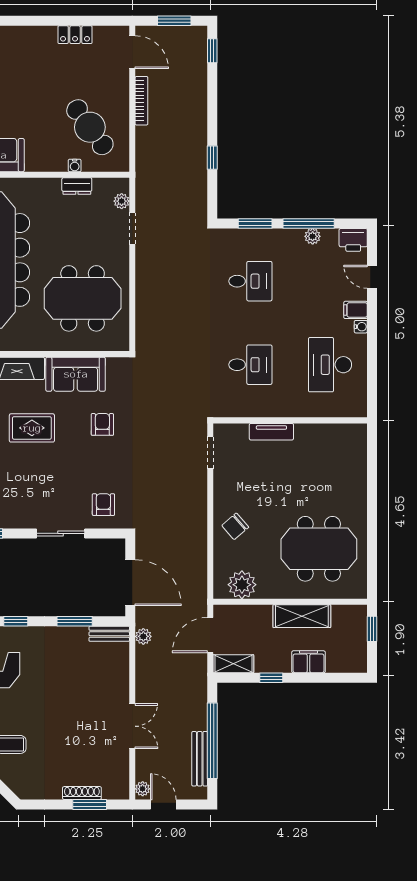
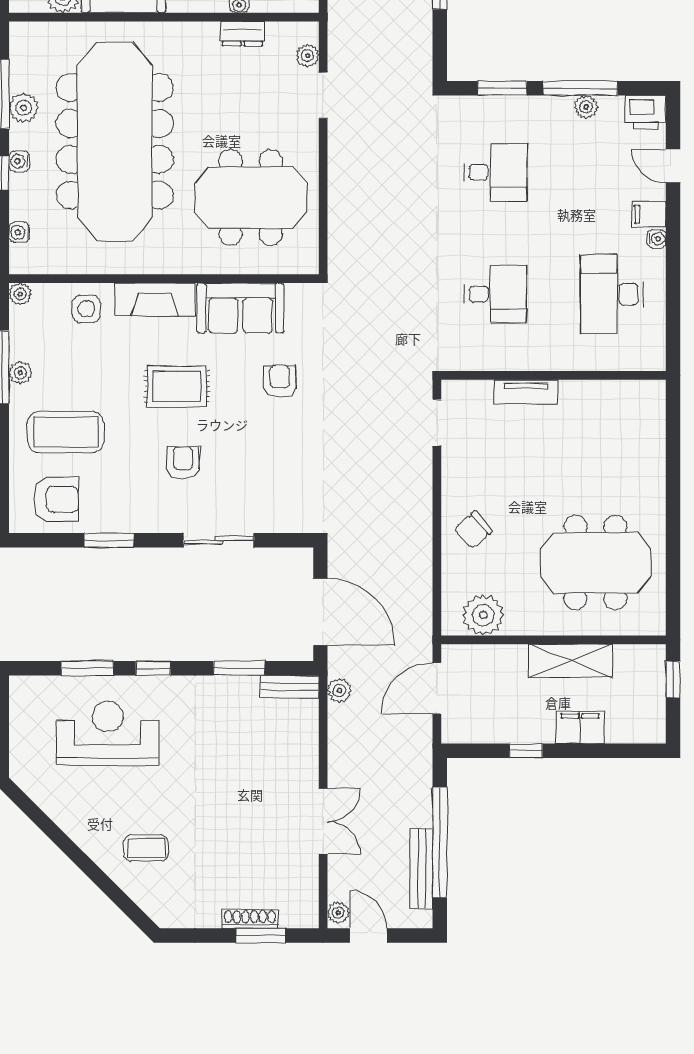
armchair: (103, 505) -> (183, 463), moved
shelving: (233, 664) -> (471, 730), removed

